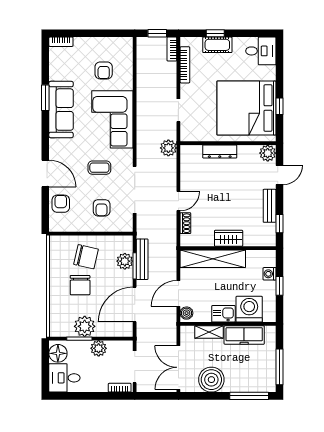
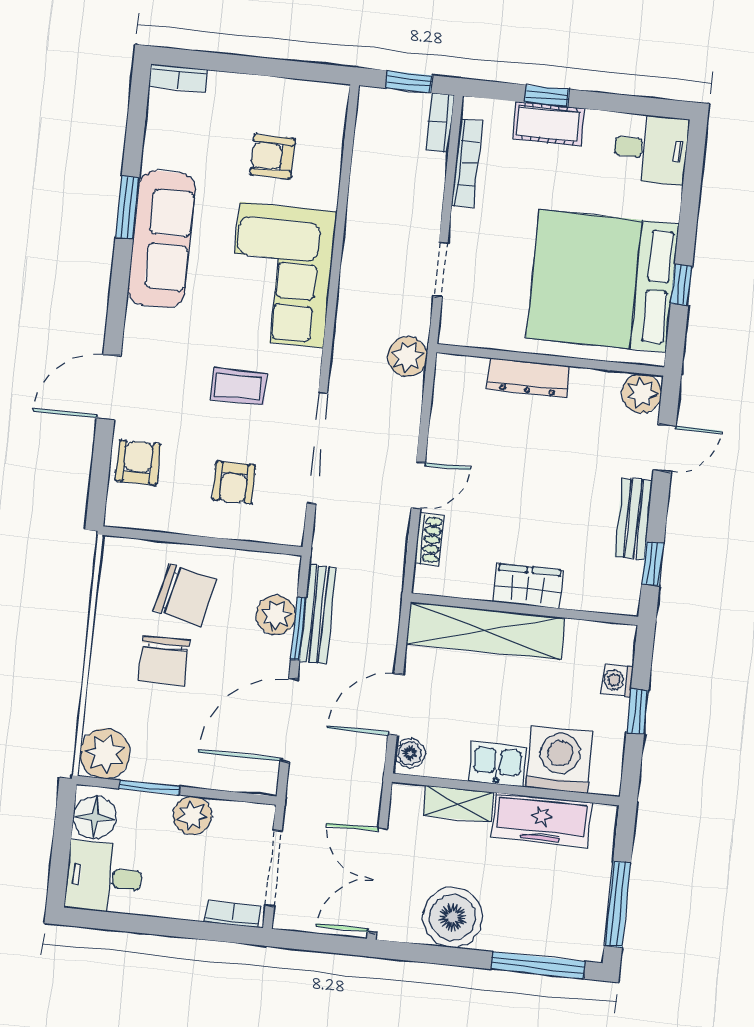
armchair: (104, 70) -> (273, 157), turned 90
door: (45, 173) -> (109, 387), swing flipped
plant: (85, 326) -> (105, 753), moved

